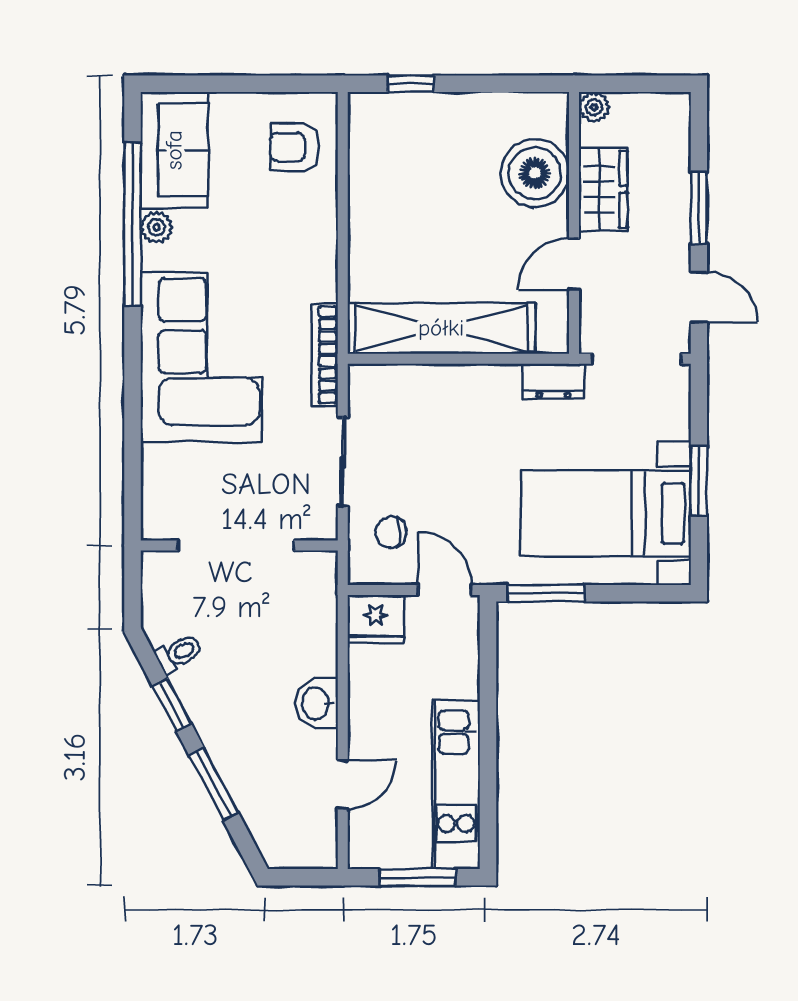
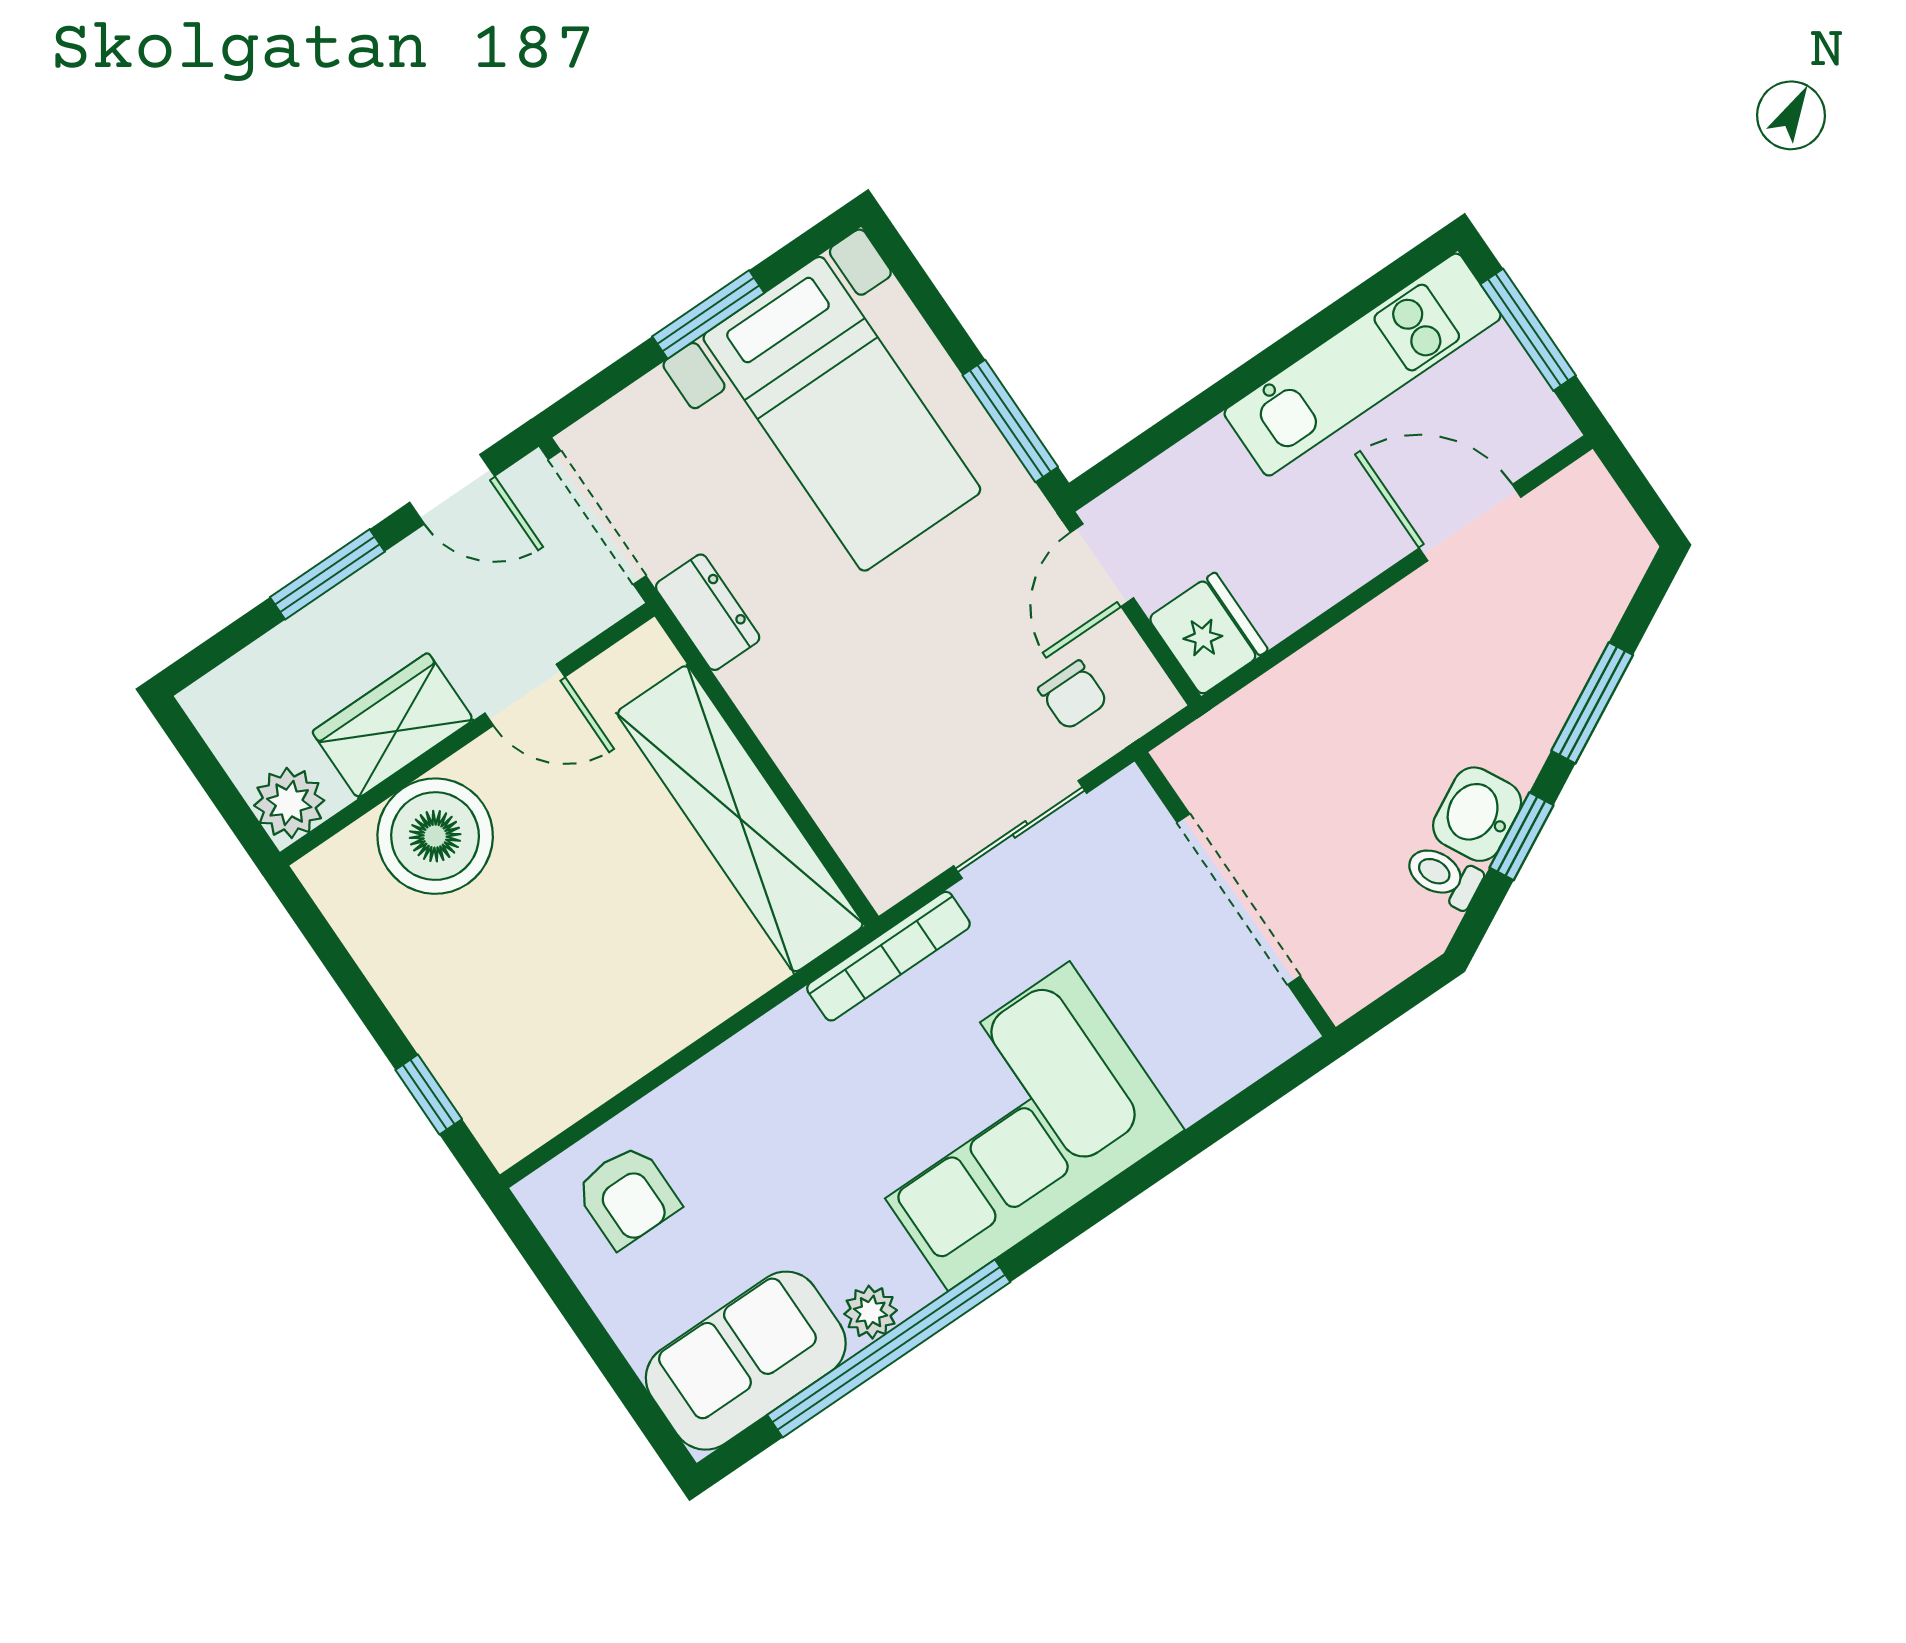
plant: (594, 107) -> (289, 803), width x1.38, depth x1.38
door: (699, 297) -> (452, 489), swing flipped
washbasin: (317, 703) -> (1477, 814), moved, turned 152
door: (343, 784) -> (1470, 523), width x1.38

